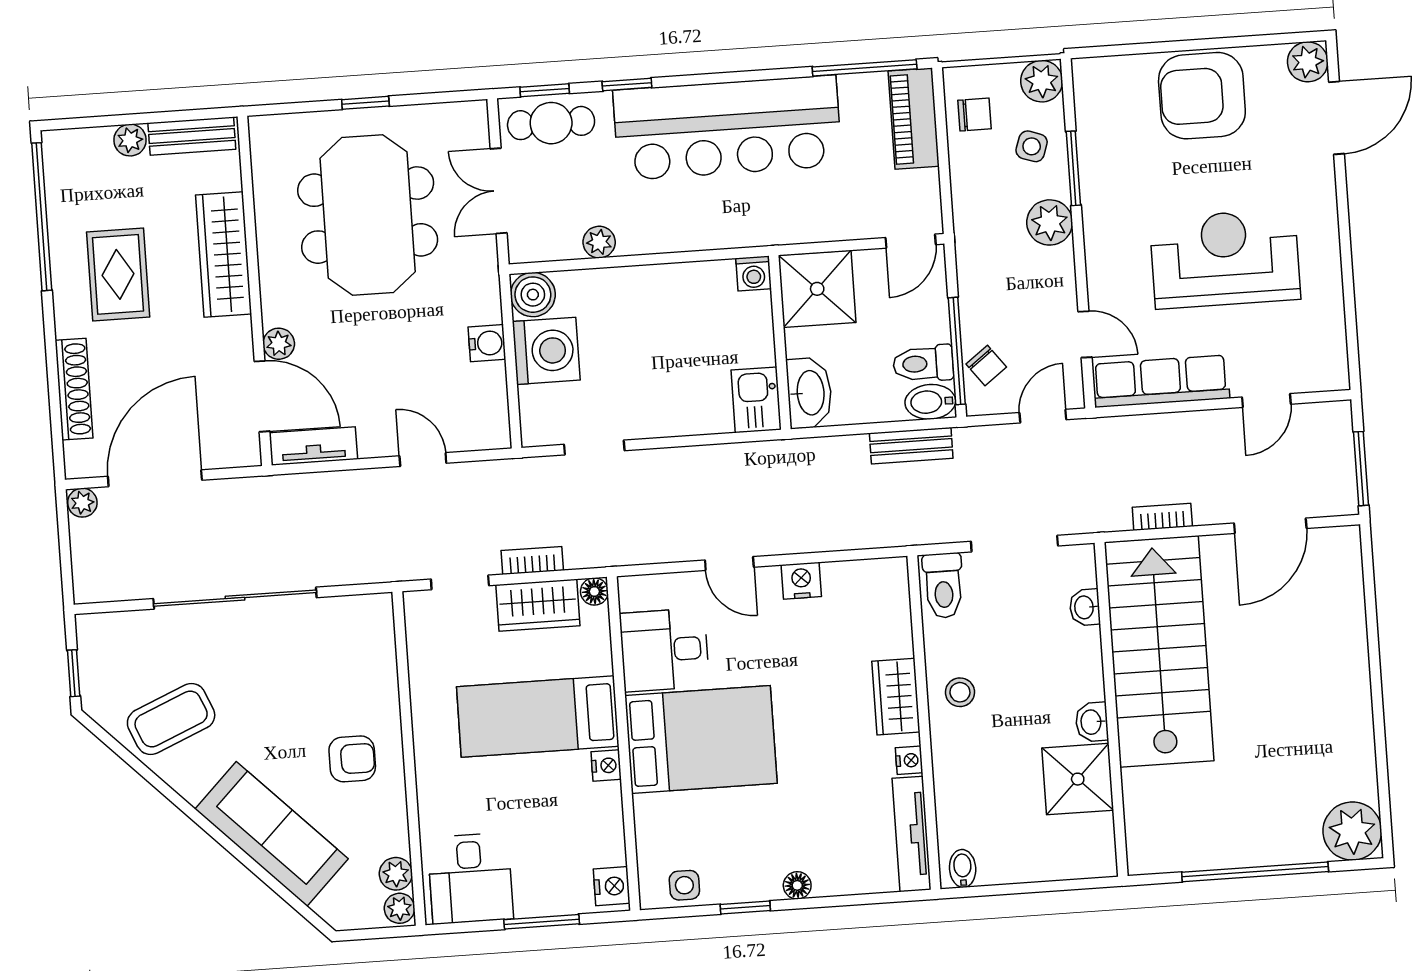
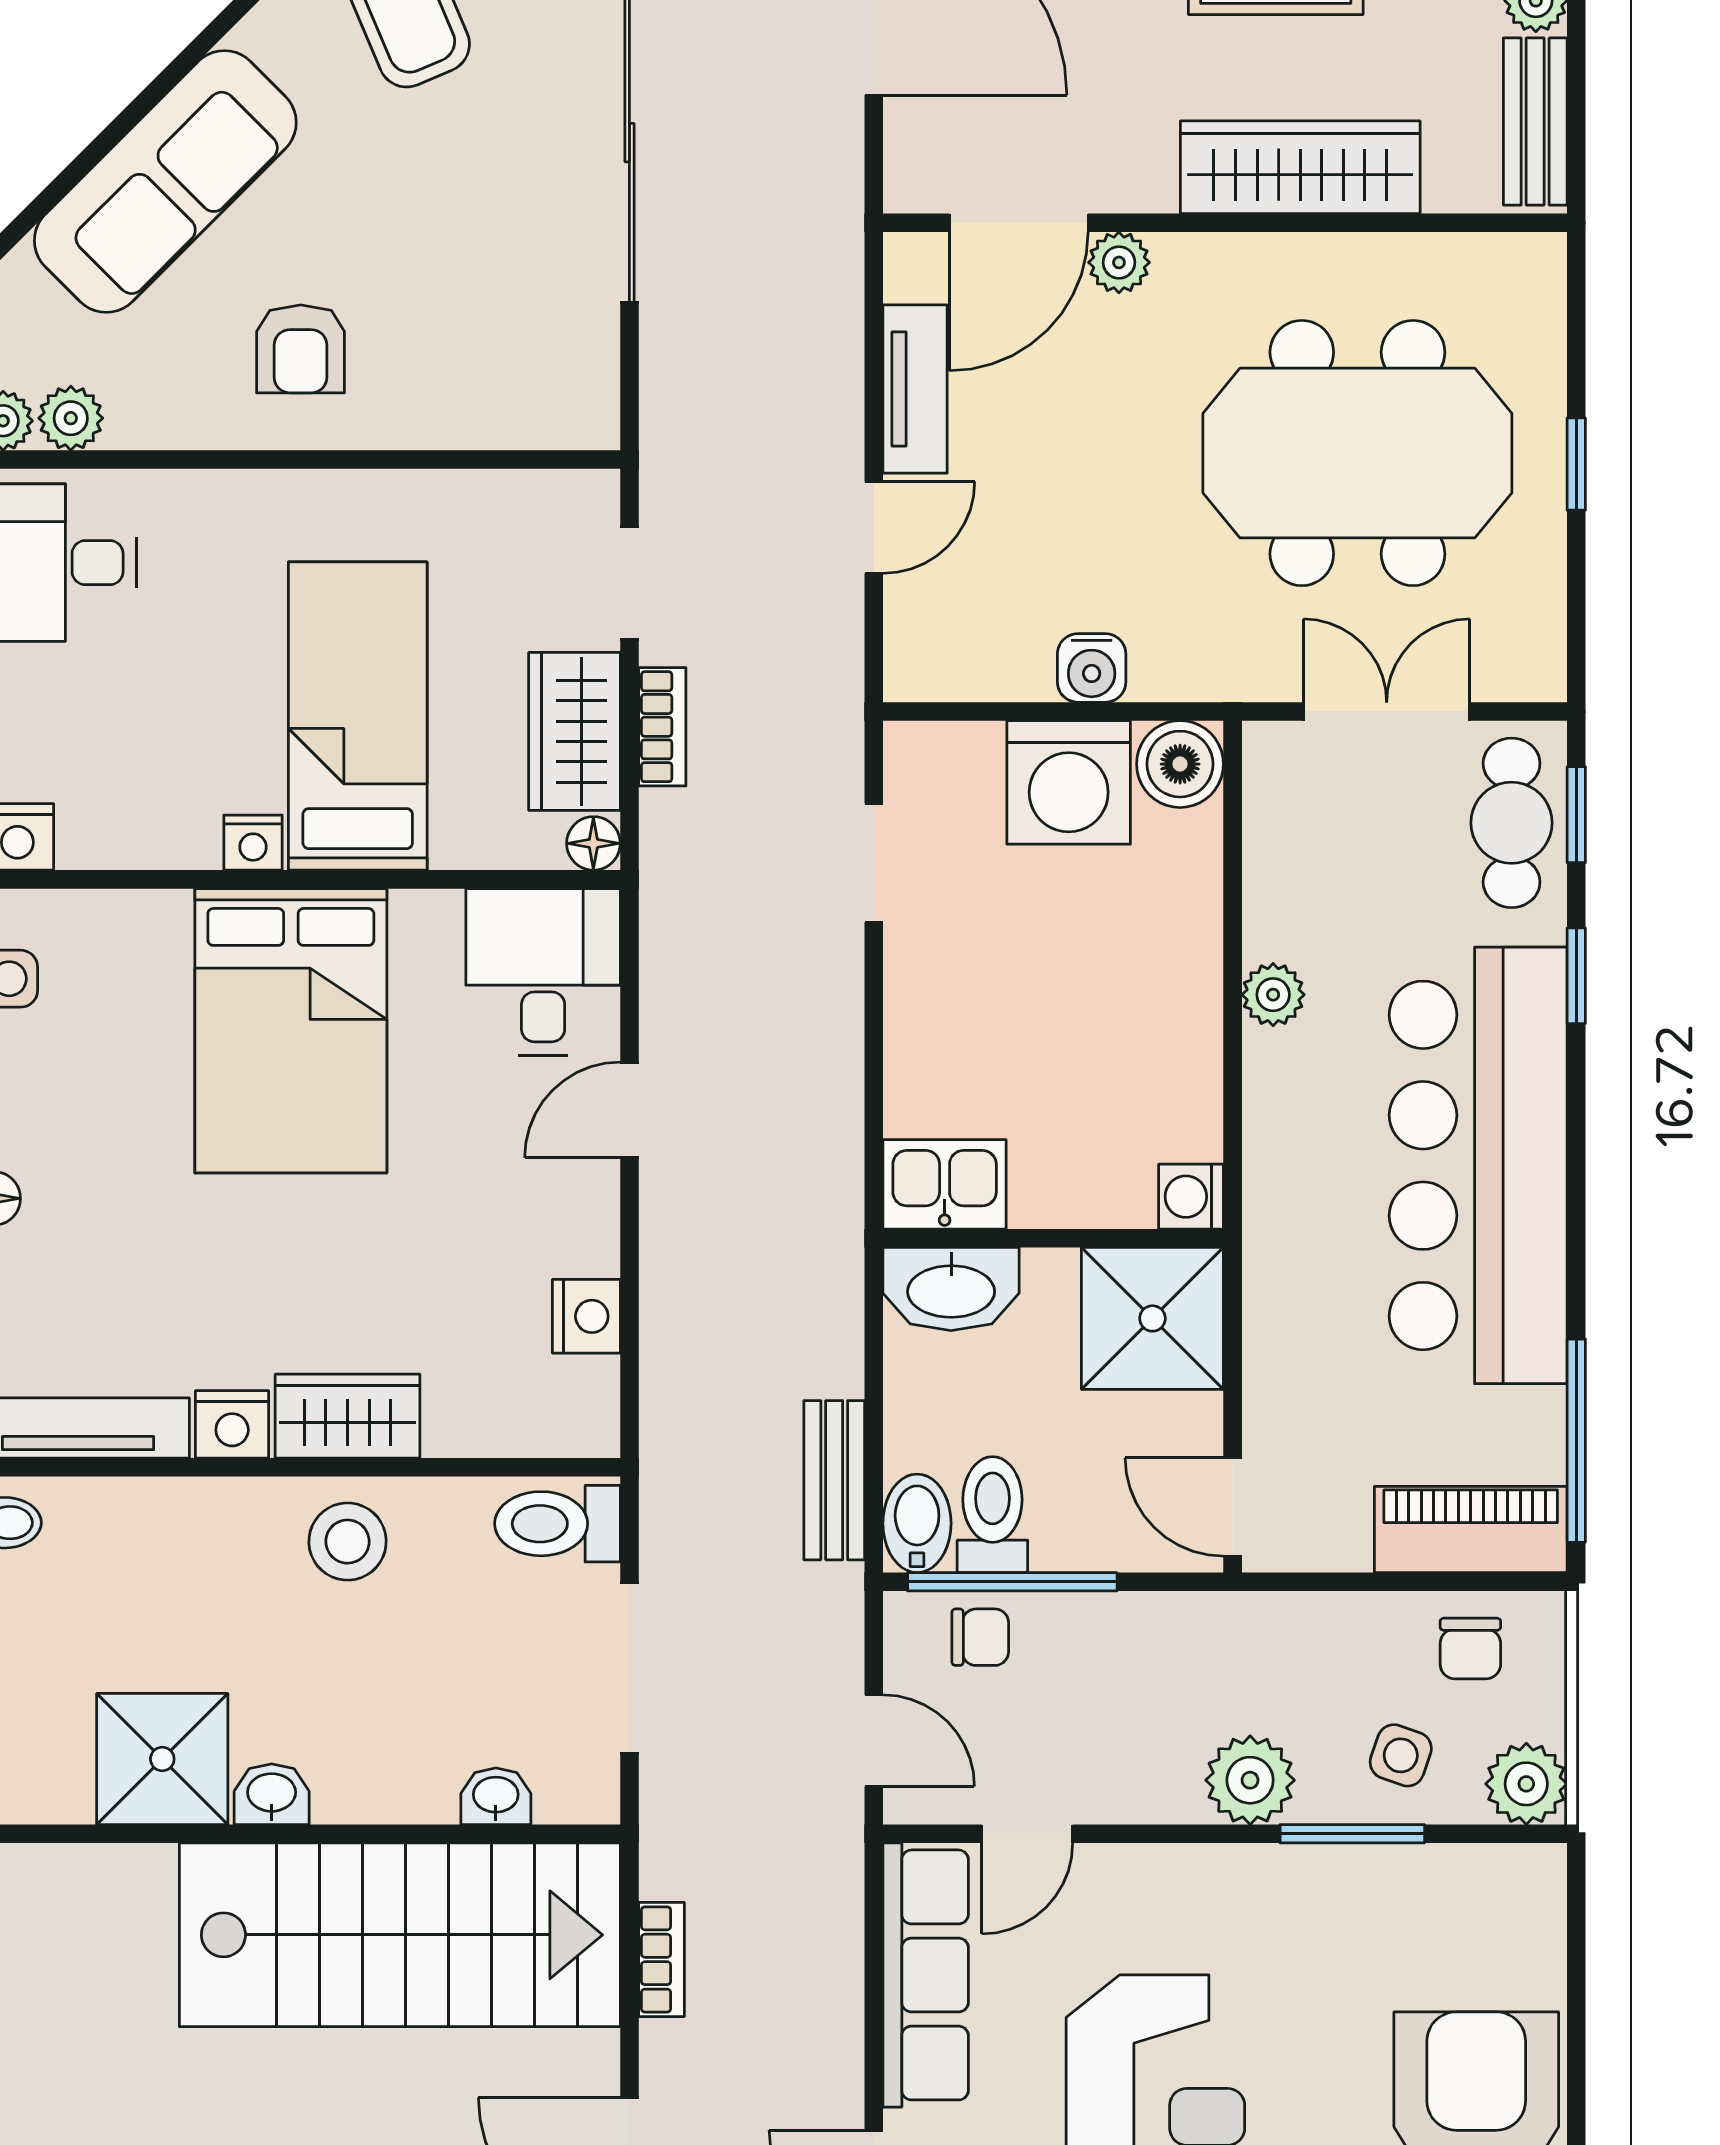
plant: (599, 242) -> (1273, 995), moved
chair: (986, 365) -> (980, 1637), turned -143
tv unit: (313, 446) -> (915, 389), moved
nightstand: (801, 581) -> (586, 1316), moved
desk: (664, 650) -> (543, 972), moved
stool: (960, 692) -> (348, 1542), width x1.37, depth x1.37
nightstand: (909, 760) -> (232, 1424), width x1.39, depth x1.35

